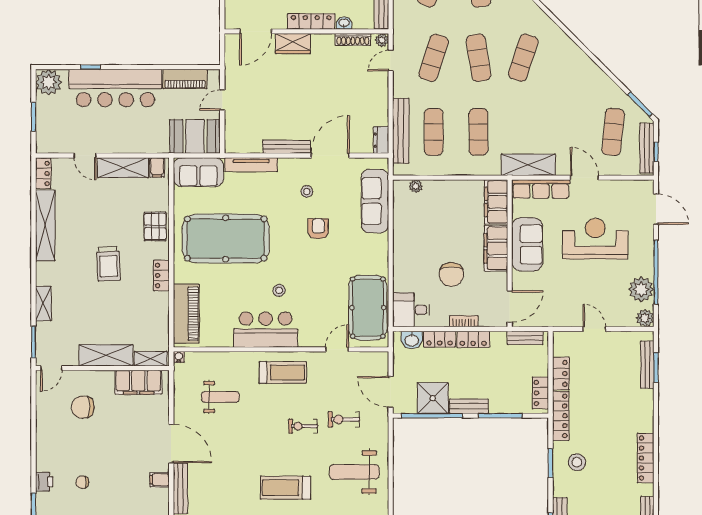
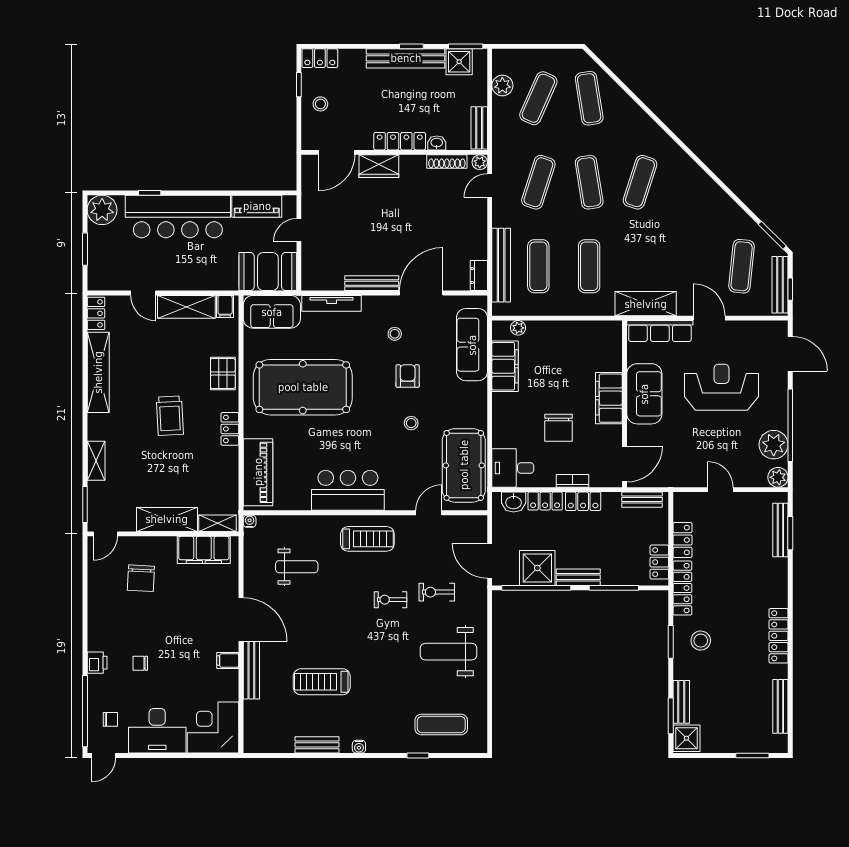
filing cabinet: (496, 202) -> (505, 366), moved, turned 180
stool: (279, 290) -> (411, 423), moved
chair: (83, 407) -> (141, 578), turned -87
treadmill: (285, 488) -> (322, 682), moved

